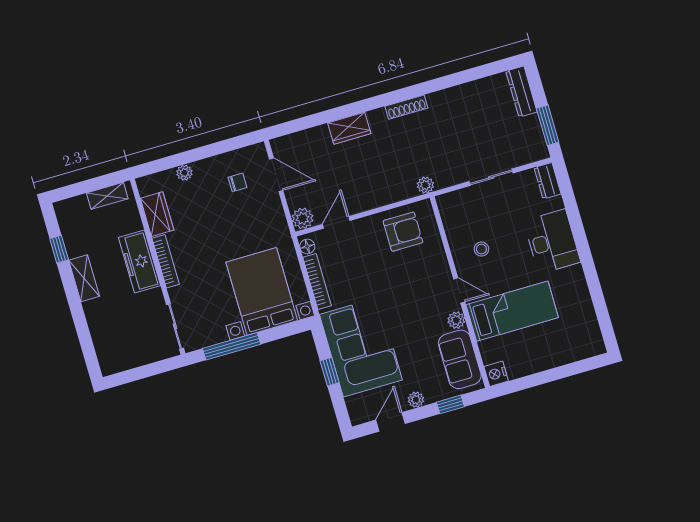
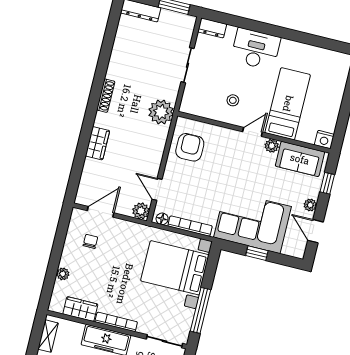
plant: (425, 185) -> (161, 112), width x1.88, depth x1.88

